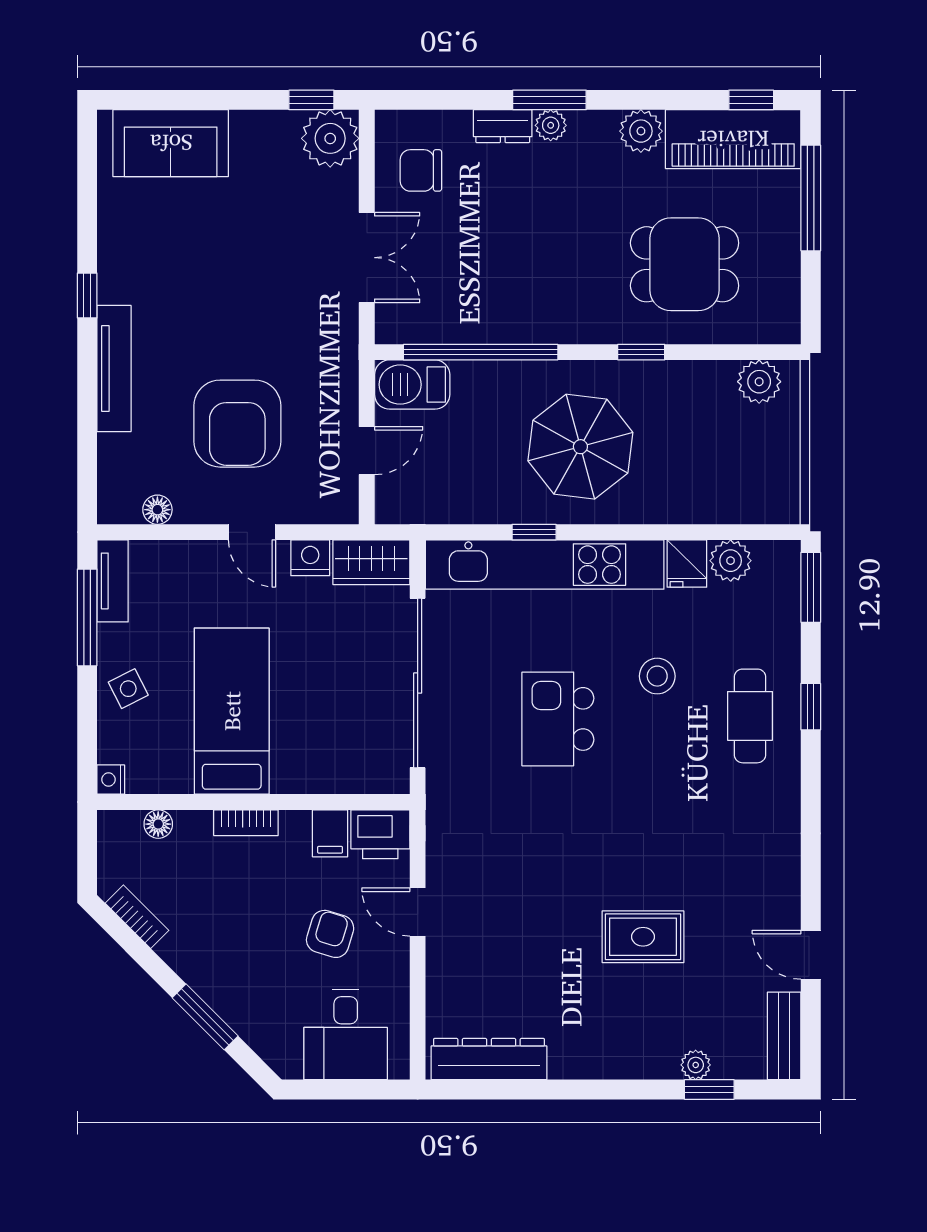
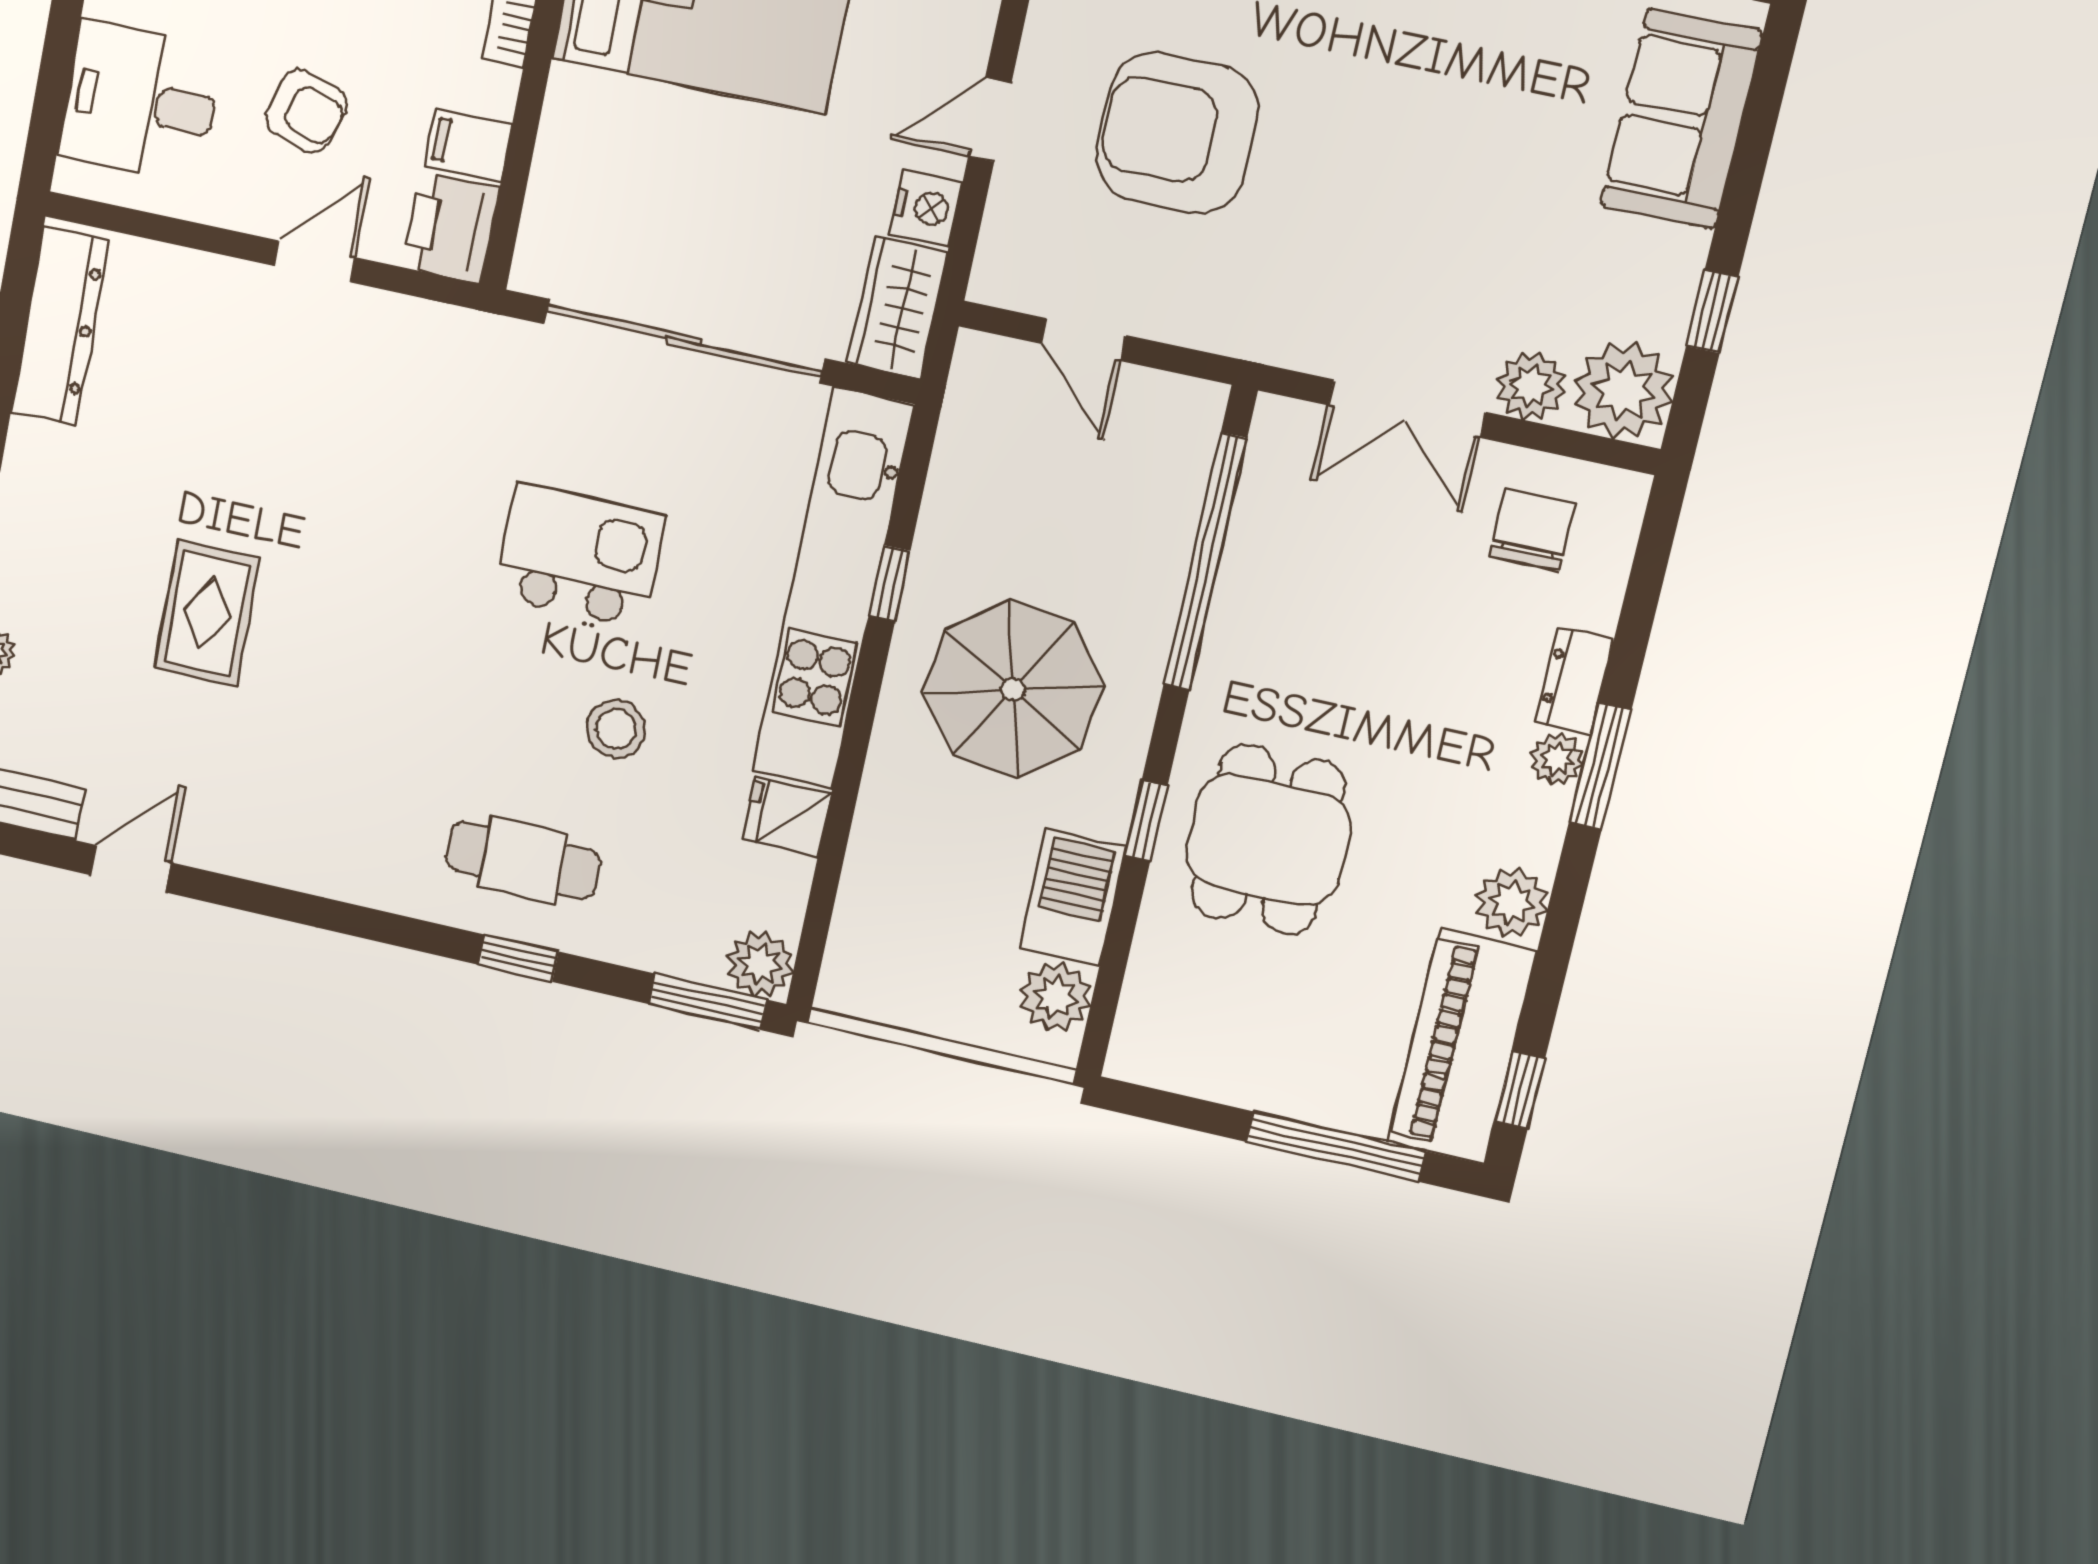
window: (311, 100) -> (1712, 312), moved
plant: (339, 191) -> (1531, 386), added
dining table: (685, 264) -> (1268, 840), moved
barbecue: (412, 385) -> (1073, 897), moved
plant: (731, 561) -> (760, 964), moved

